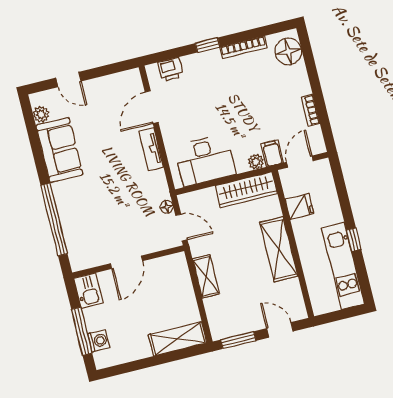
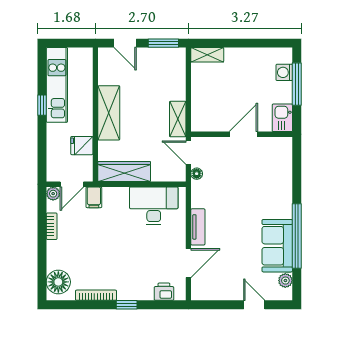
plant: (256, 162) -> (53, 194), moved
window: (54, 220) -> (297, 236), moved
shelving: (206, 276) -> (178, 119), moved
shelving: (178, 339) -> (207, 55), width x0.67, depth x0.75

